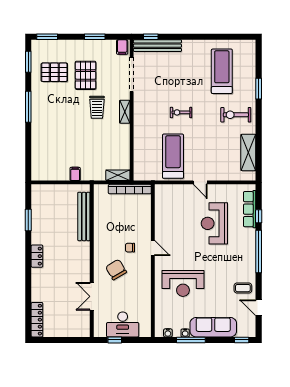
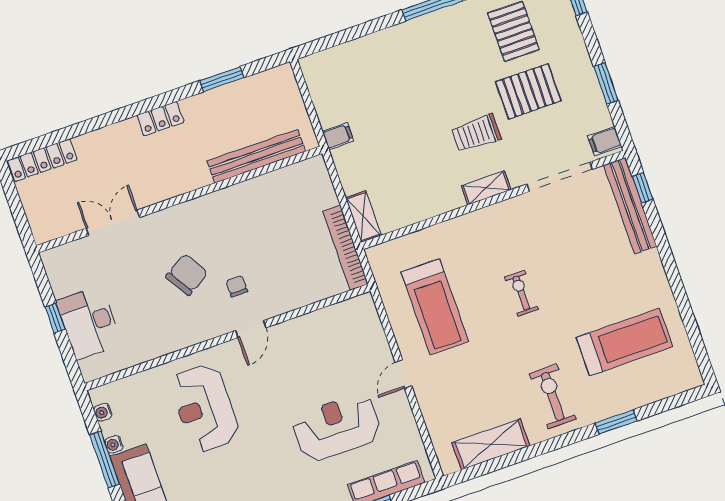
treadmill: (173, 156) -> (435, 307), turned 90
bench: (84, 216) -> (256, 156), moved
wall: (92, 261) -> (179, 200), moved
double door: (92, 296) -> (113, 223), moved

